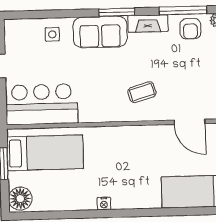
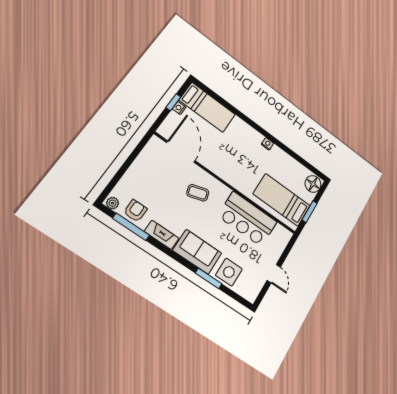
window: (117, 12) -> (209, 278), moved
side table: (52, 34) -> (229, 272), width x1.87, depth x1.87
bar counter: (42, 104) -> (248, 219), moved
door: (190, 122) -> (181, 152), width x1.36

